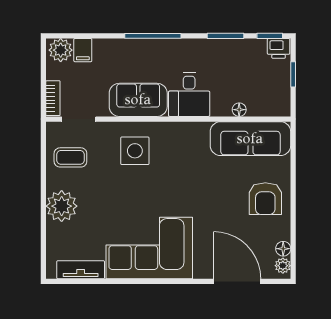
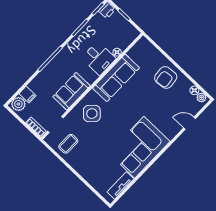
desk: (189, 95) -> (99, 58), moved
sofa: (250, 139) -> (116, 78), moved
side table: (135, 151) -> (92, 114), turned 45
armchair: (265, 199) -> (166, 77), turned 84
plant: (62, 206) -> (85, 167), removed
door: (237, 281) -> (190, 123), width x0.53

